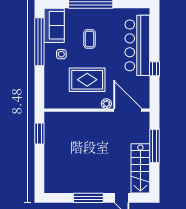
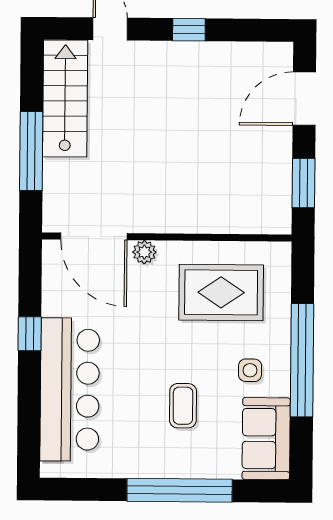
window: (39, 42) -> (302, 360), moved
rug: (87, 80) -> (221, 292), moved
door: (39, 169) -> (304, 99), added
window: (88, 198) -> (189, 30), width x0.46

